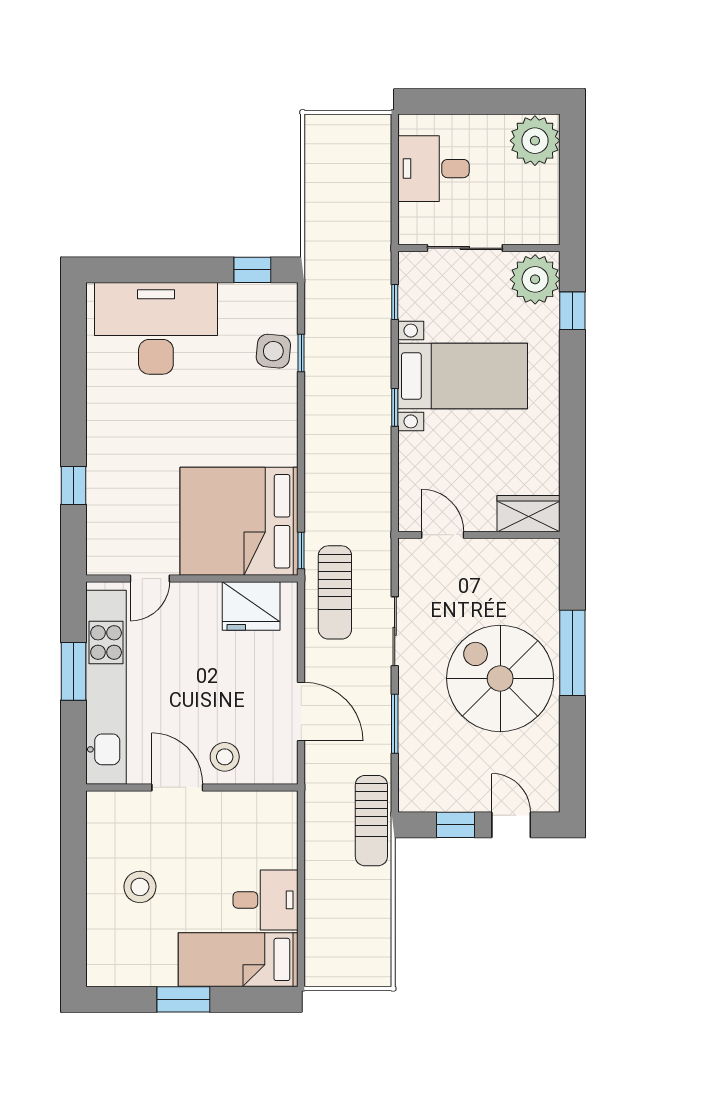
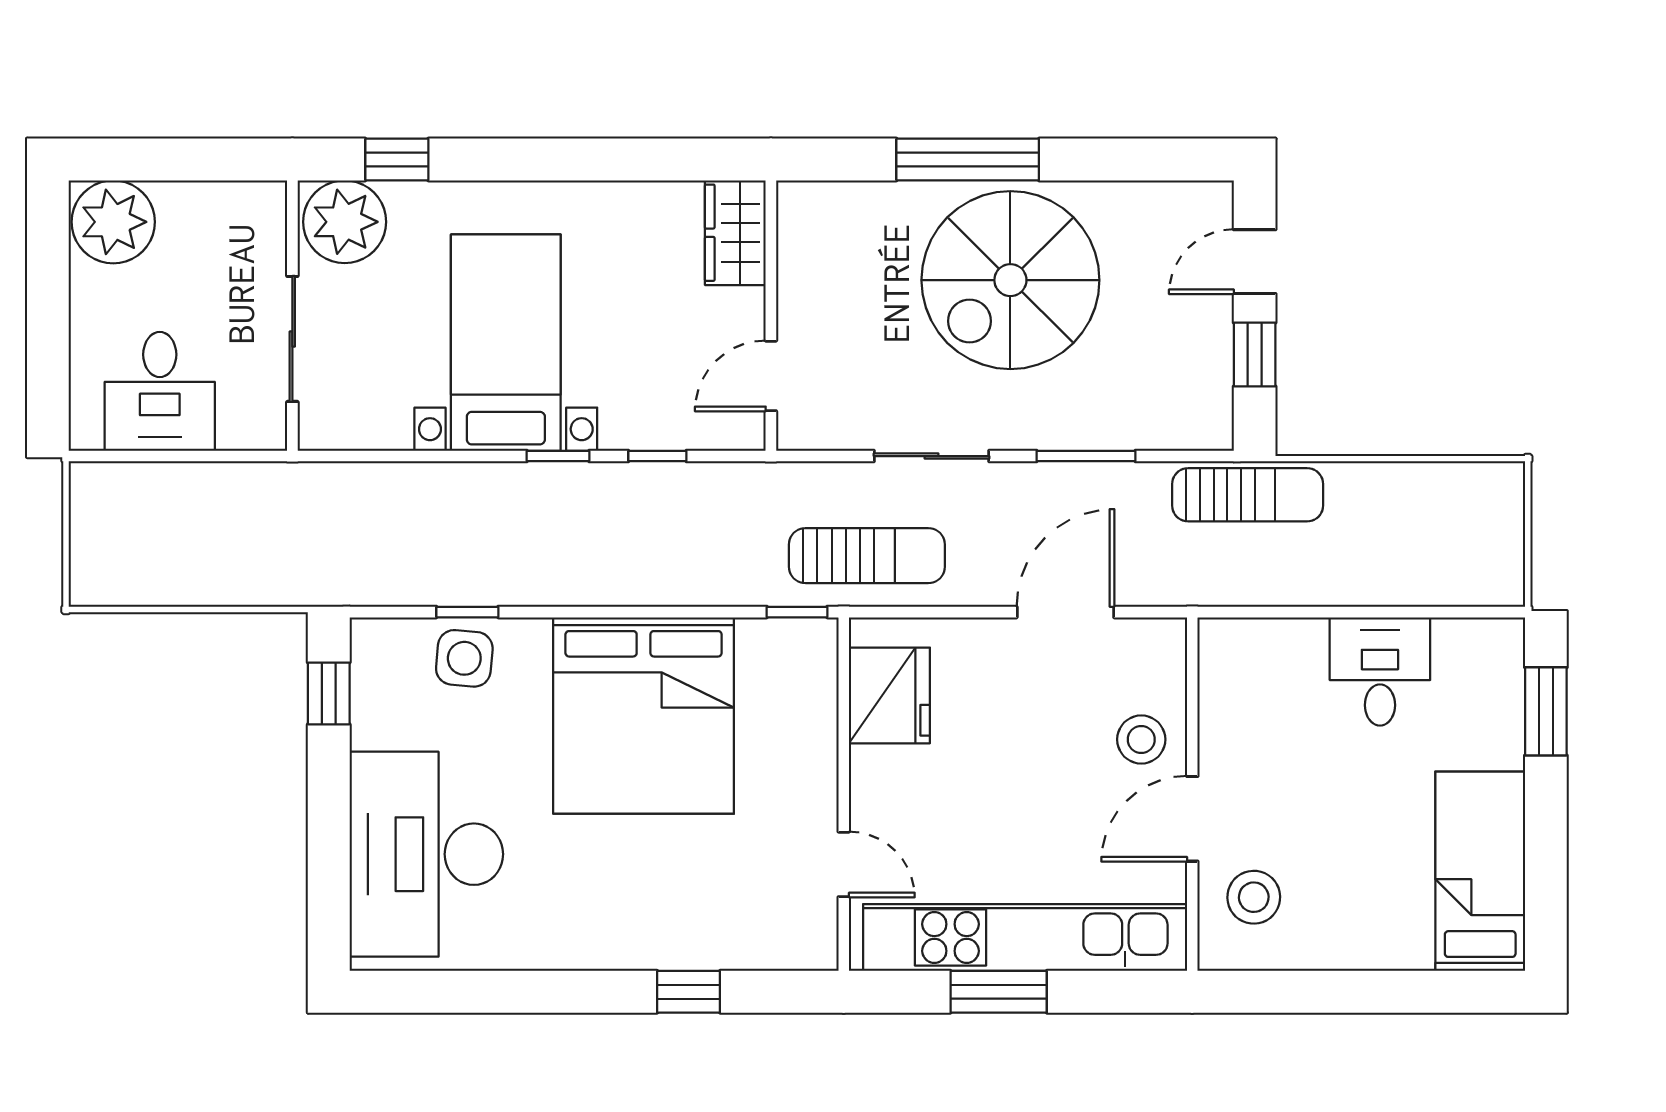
window: (395, 302) -> (657, 456), moved
bed: (239, 521) -> (644, 715), moved
stool: (140, 887) -> (1254, 897), moved
bed: (238, 959) -> (1480, 871), moved, turned 180
window: (183, 999) -> (1546, 711), moved

